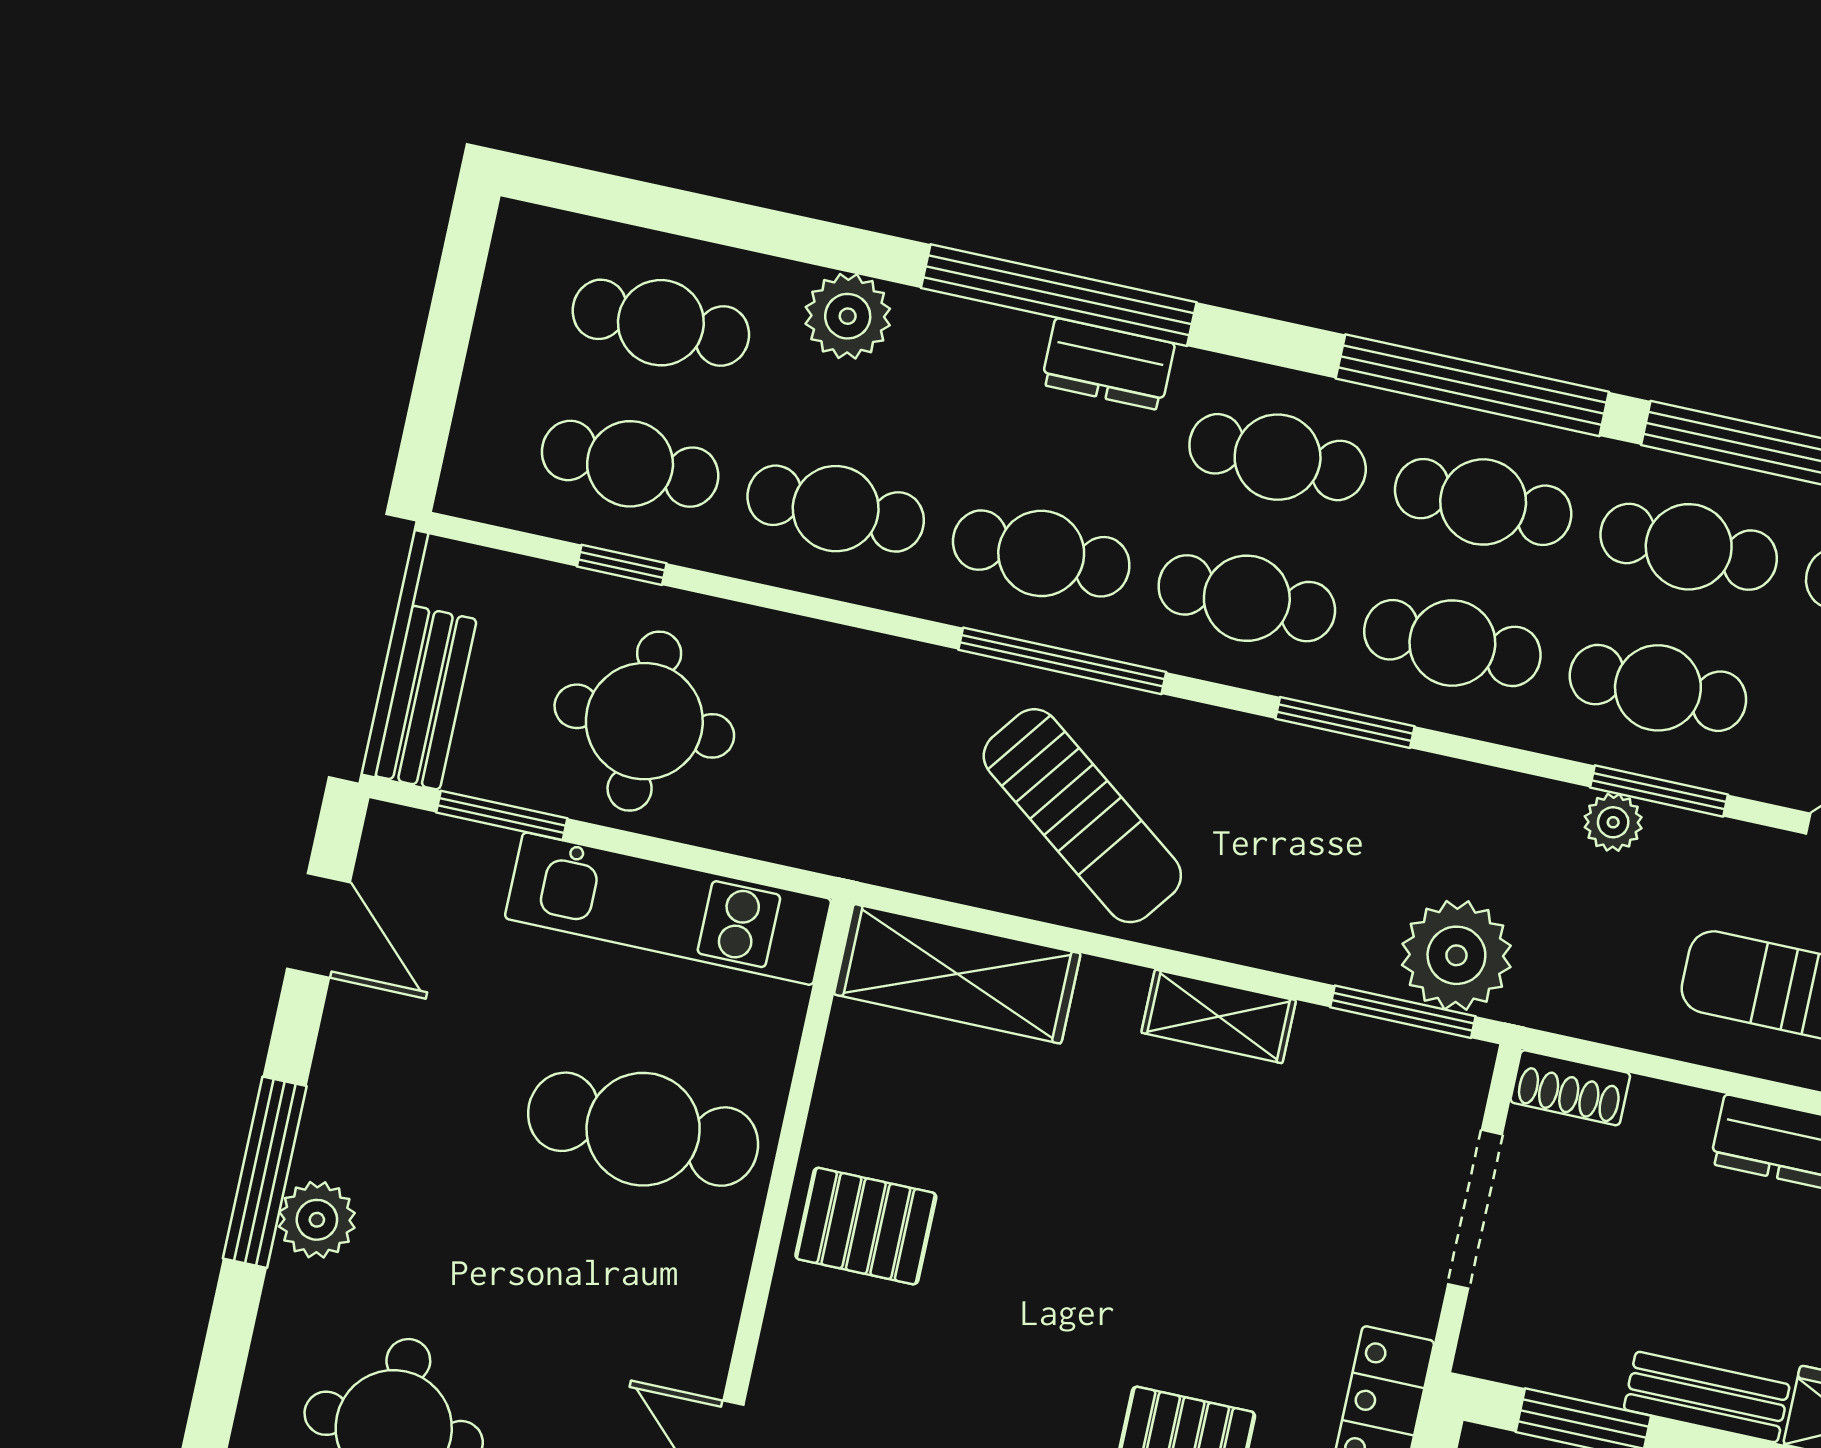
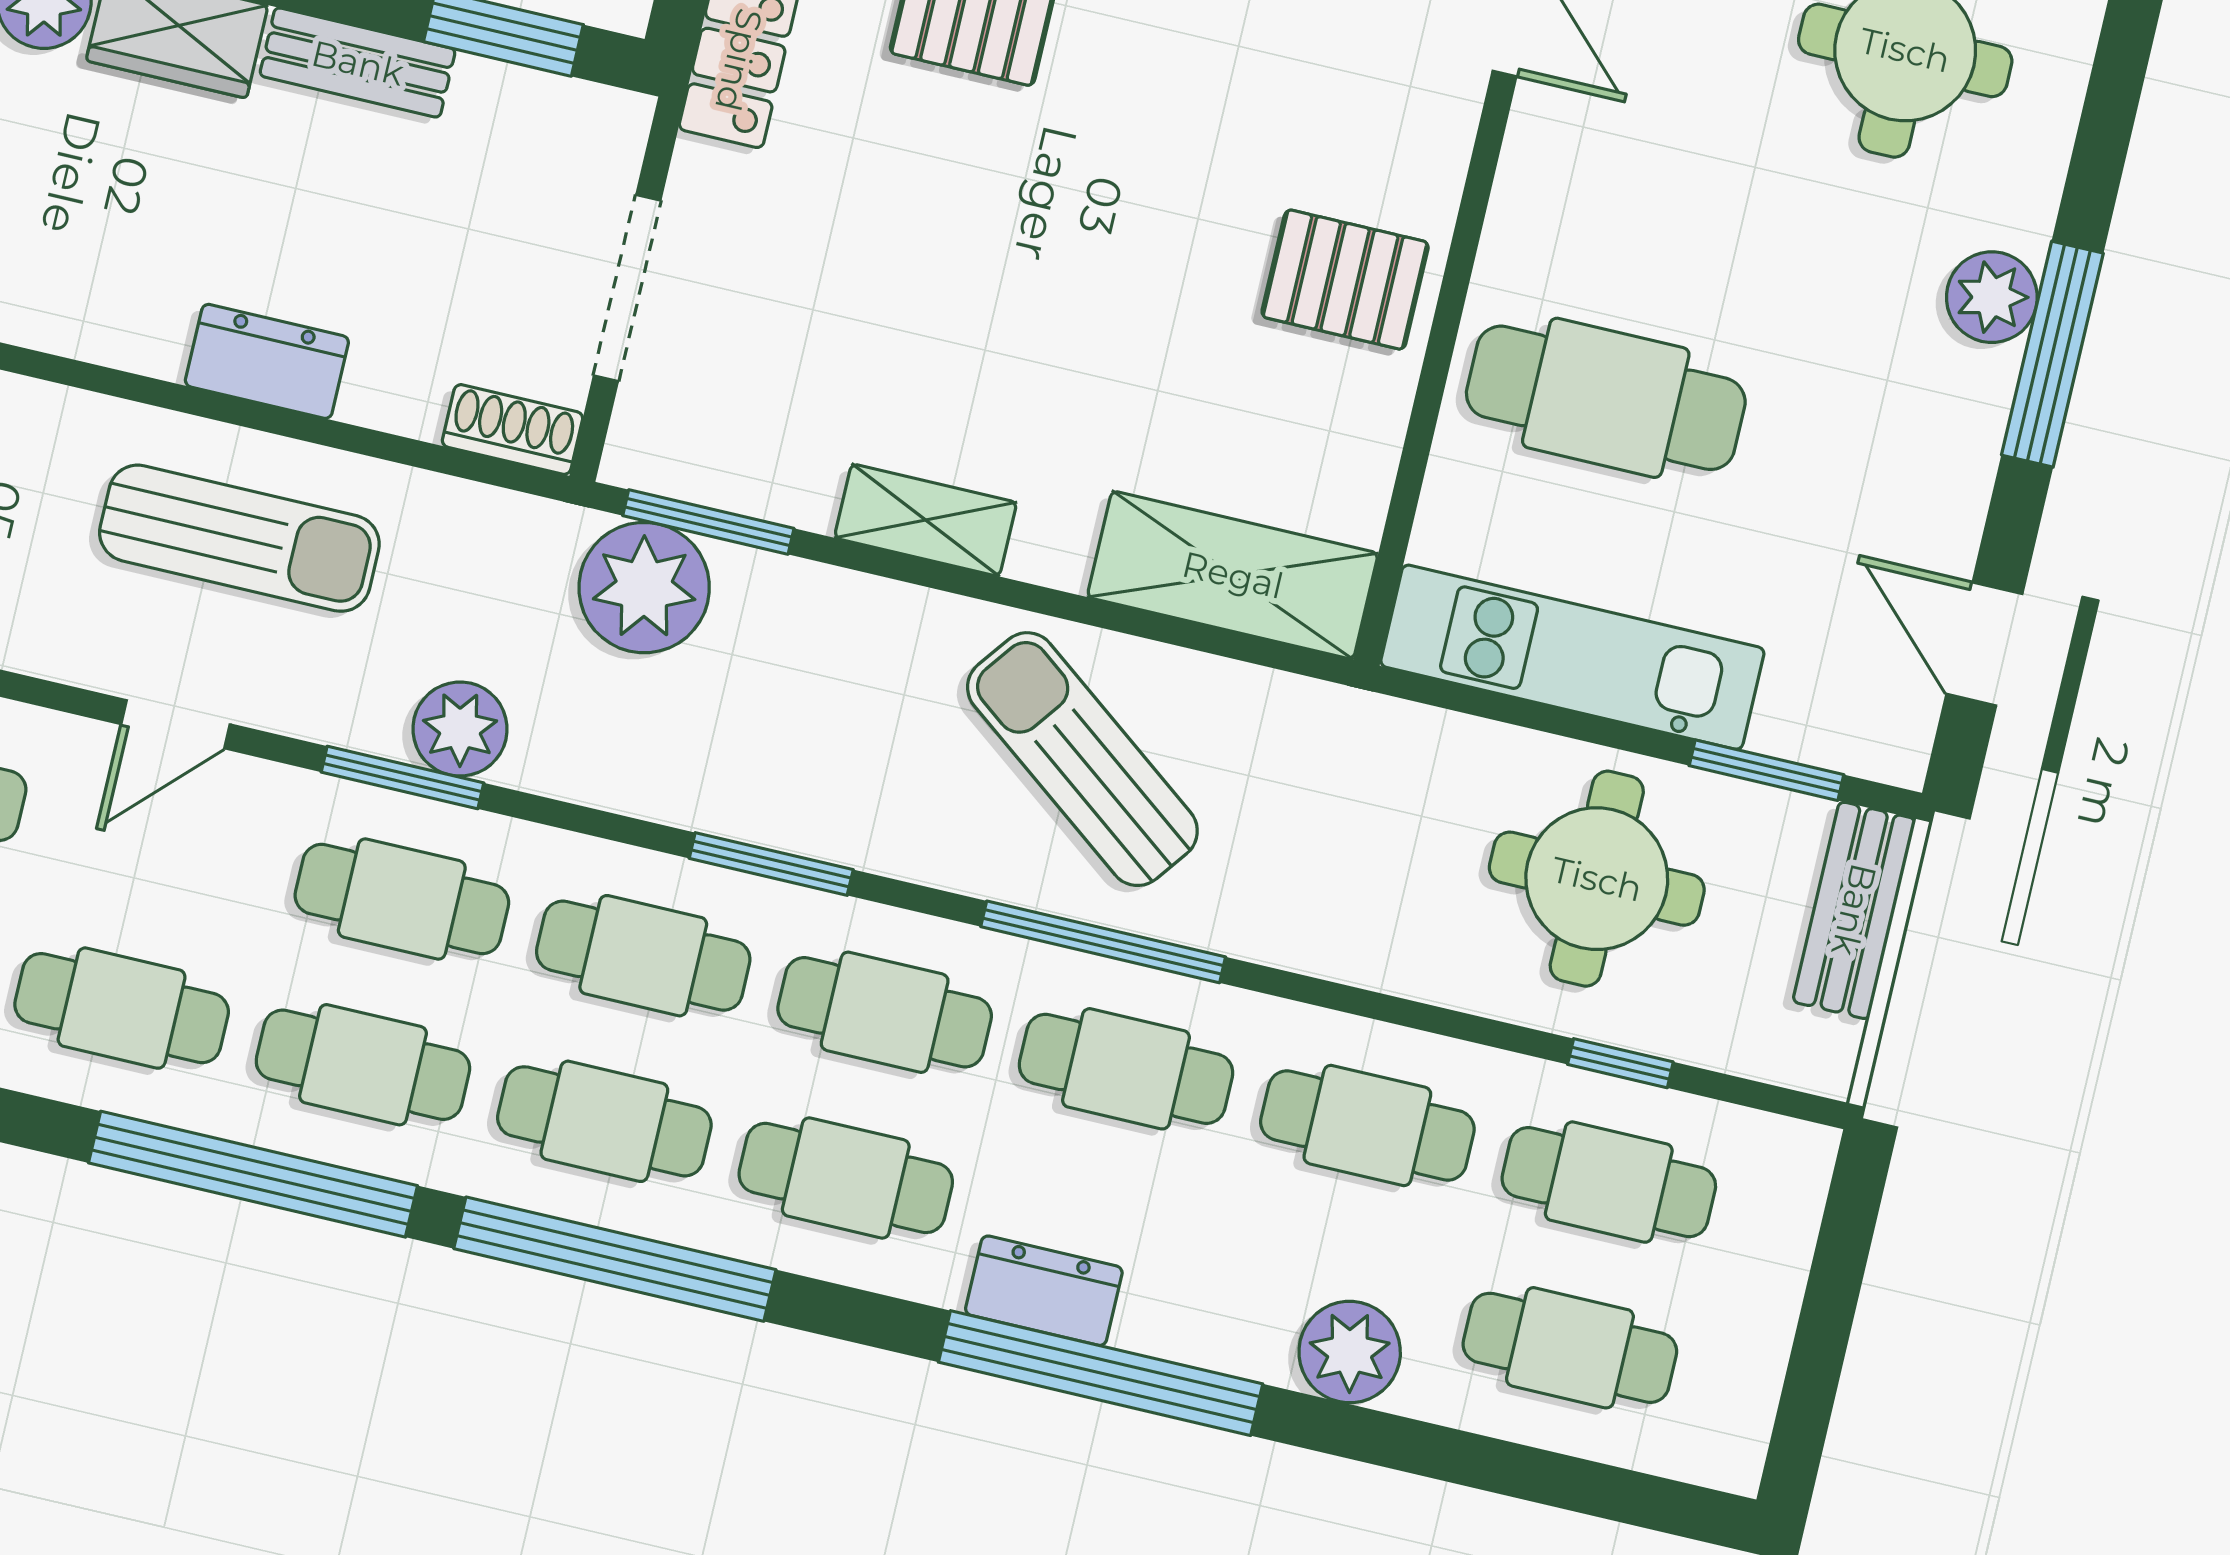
plant: (1613, 822) -> (460, 729), width x1.38, depth x1.38

